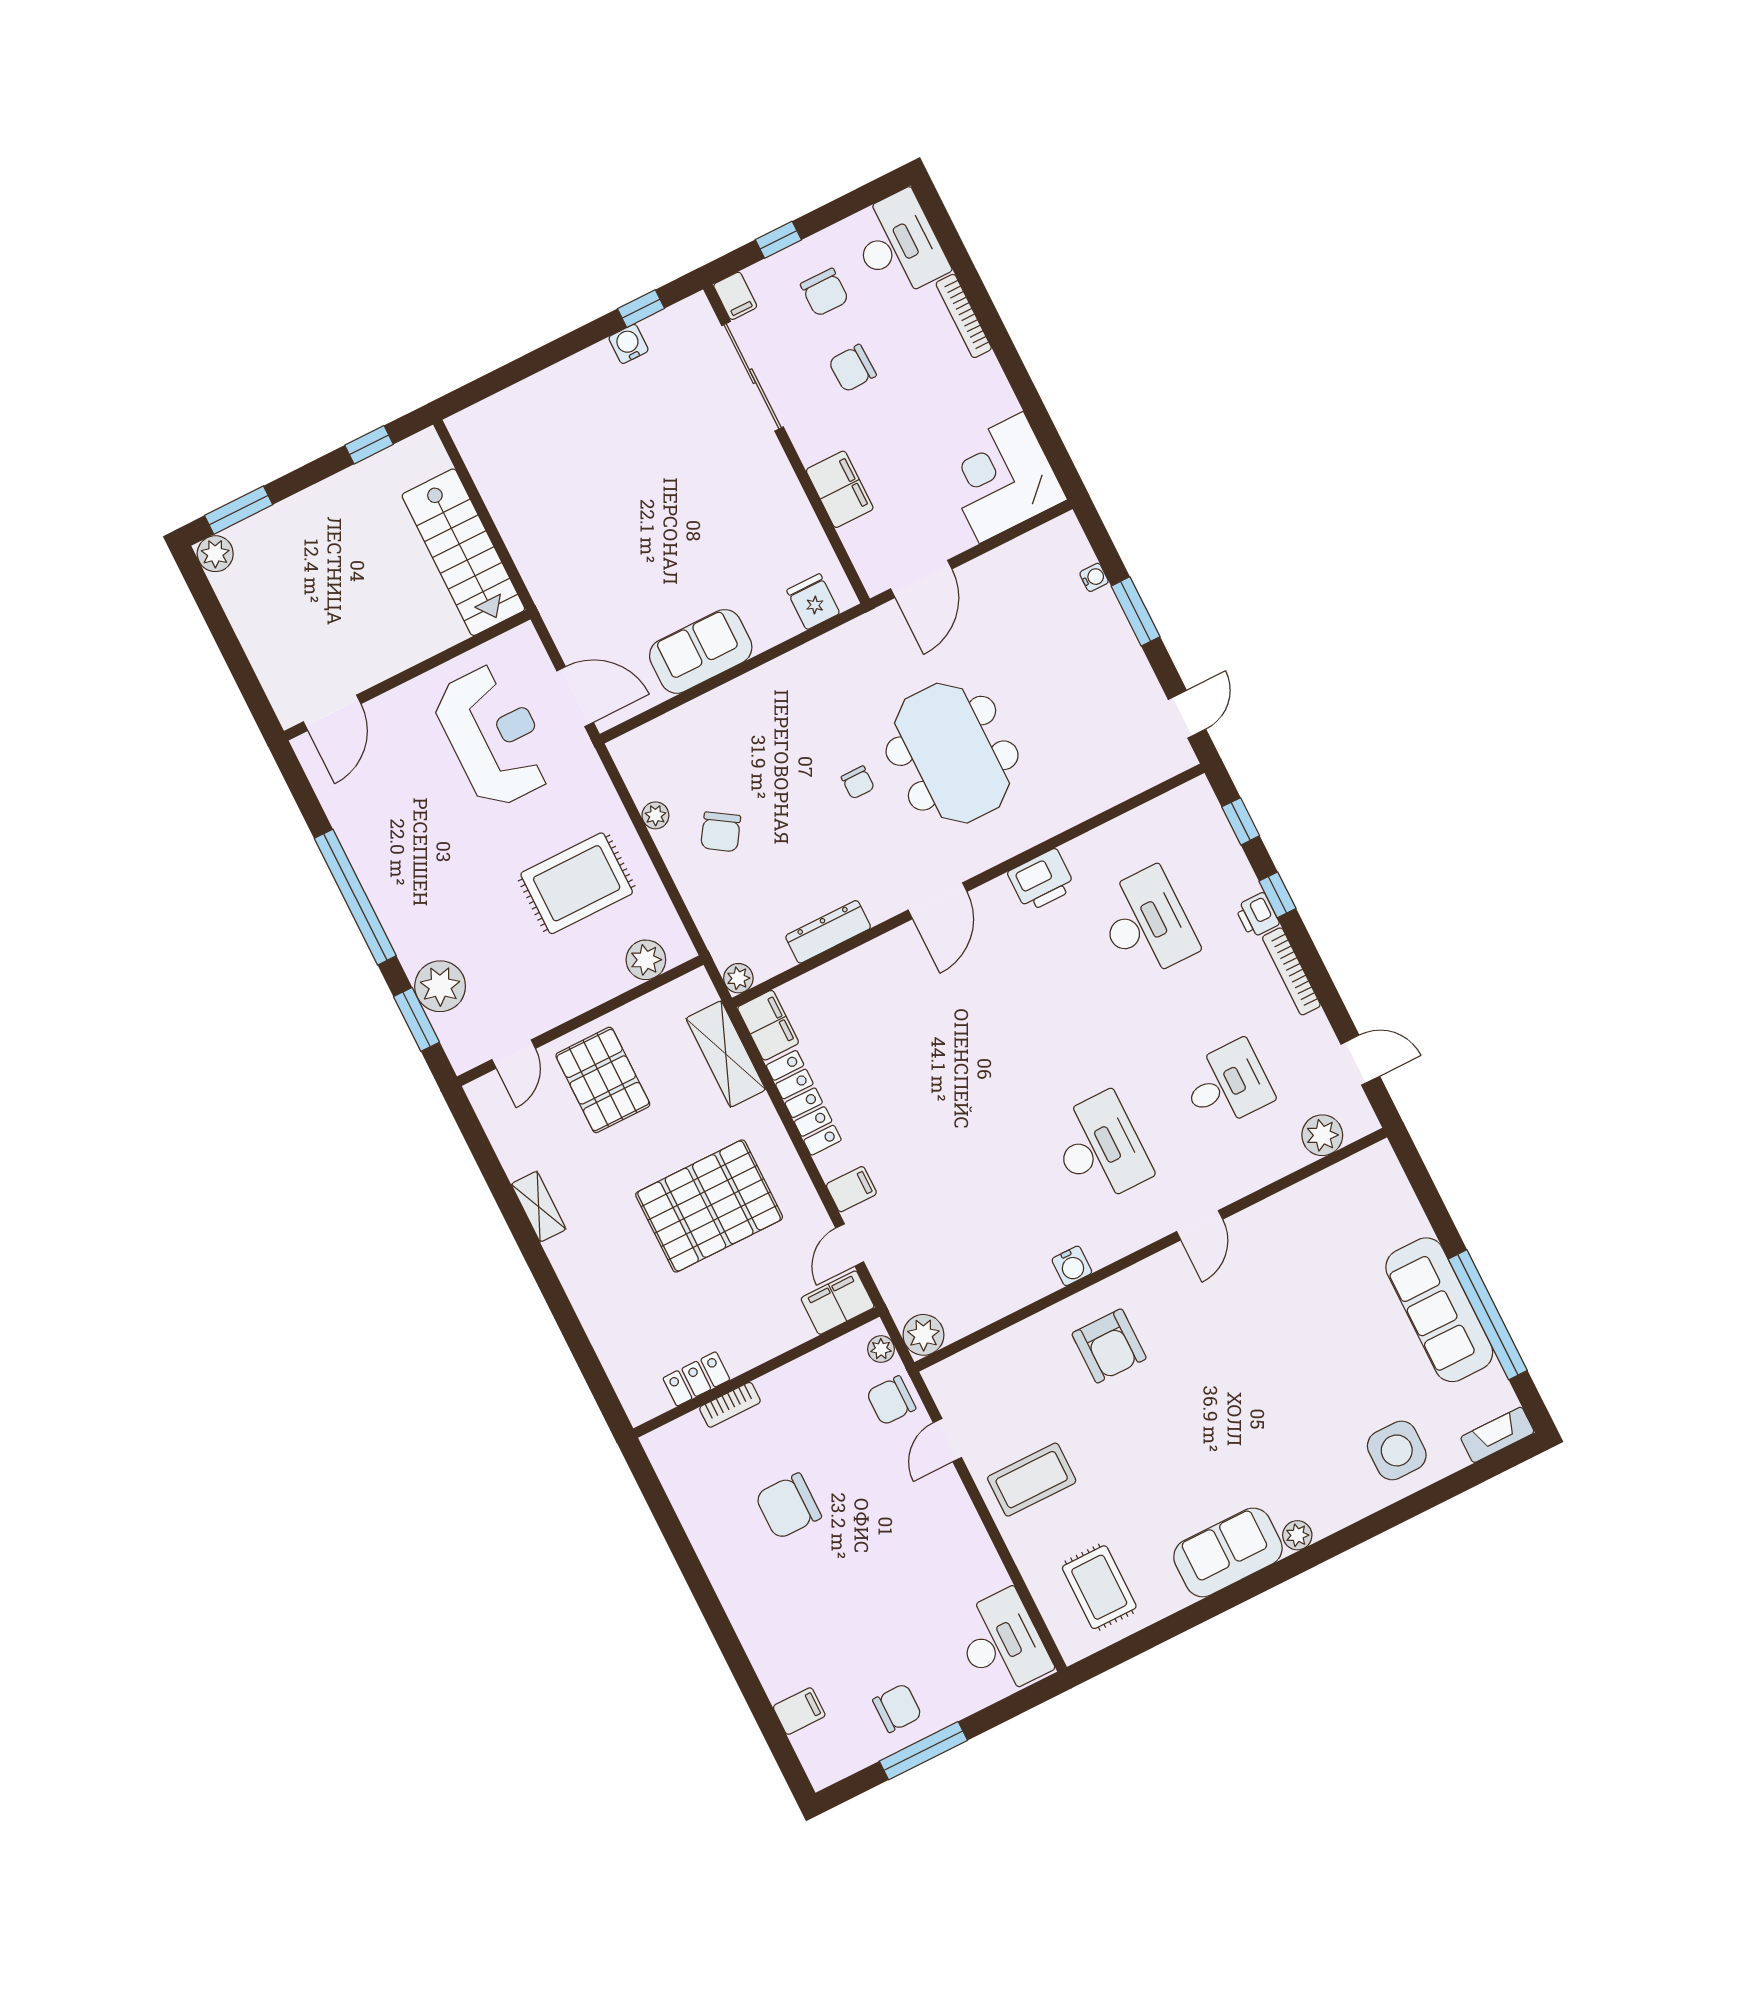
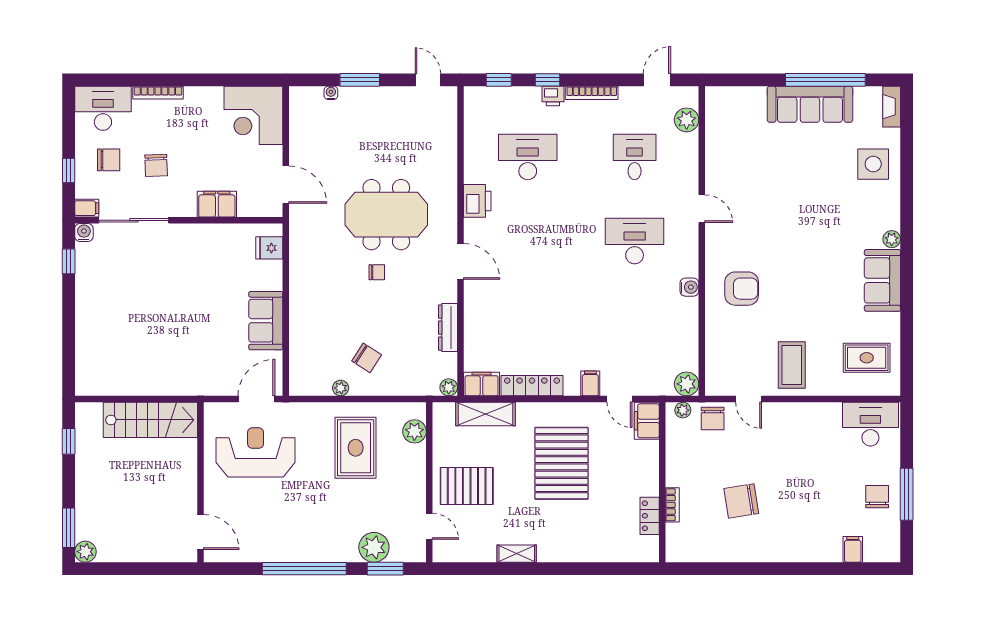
water cooler: (629, 344) -> (84, 233), moved, turned 90
chair: (788, 1506) -> (741, 501), turned 81

